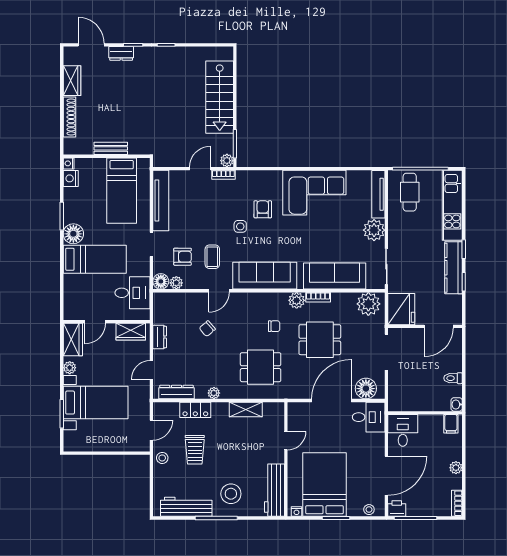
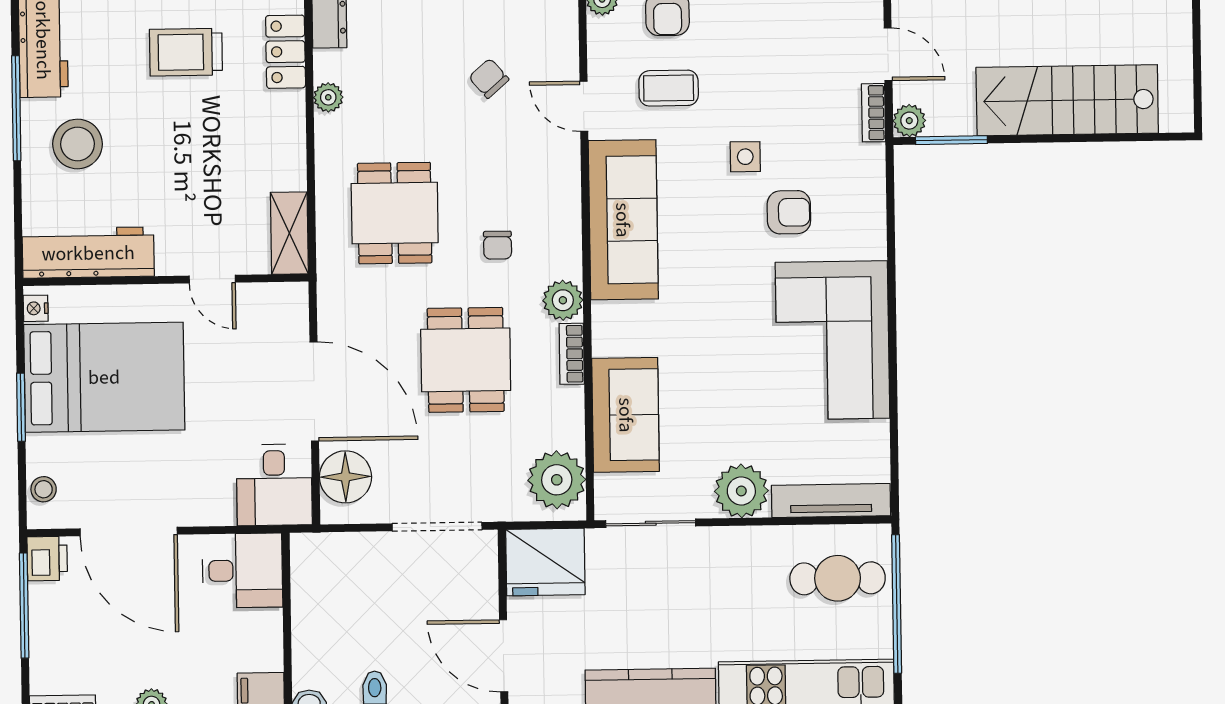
sofa: (335, 276) -> (626, 415), width x0.73
shelving: (246, 409) -> (289, 233), moved

